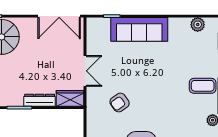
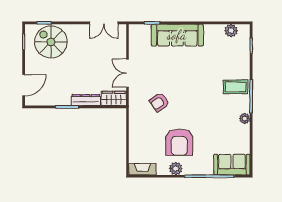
double door: (59, 16) -> (104, 23), width x0.73
double door: (85, 71) -> (127, 73), swing flipped

